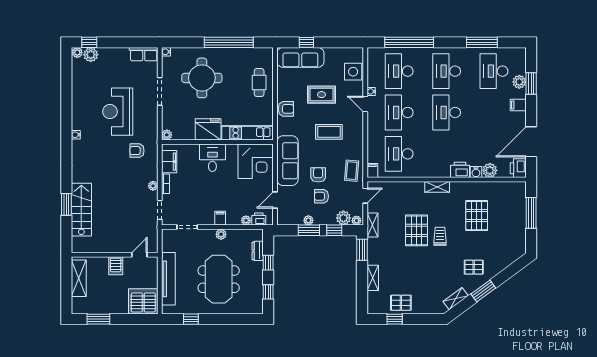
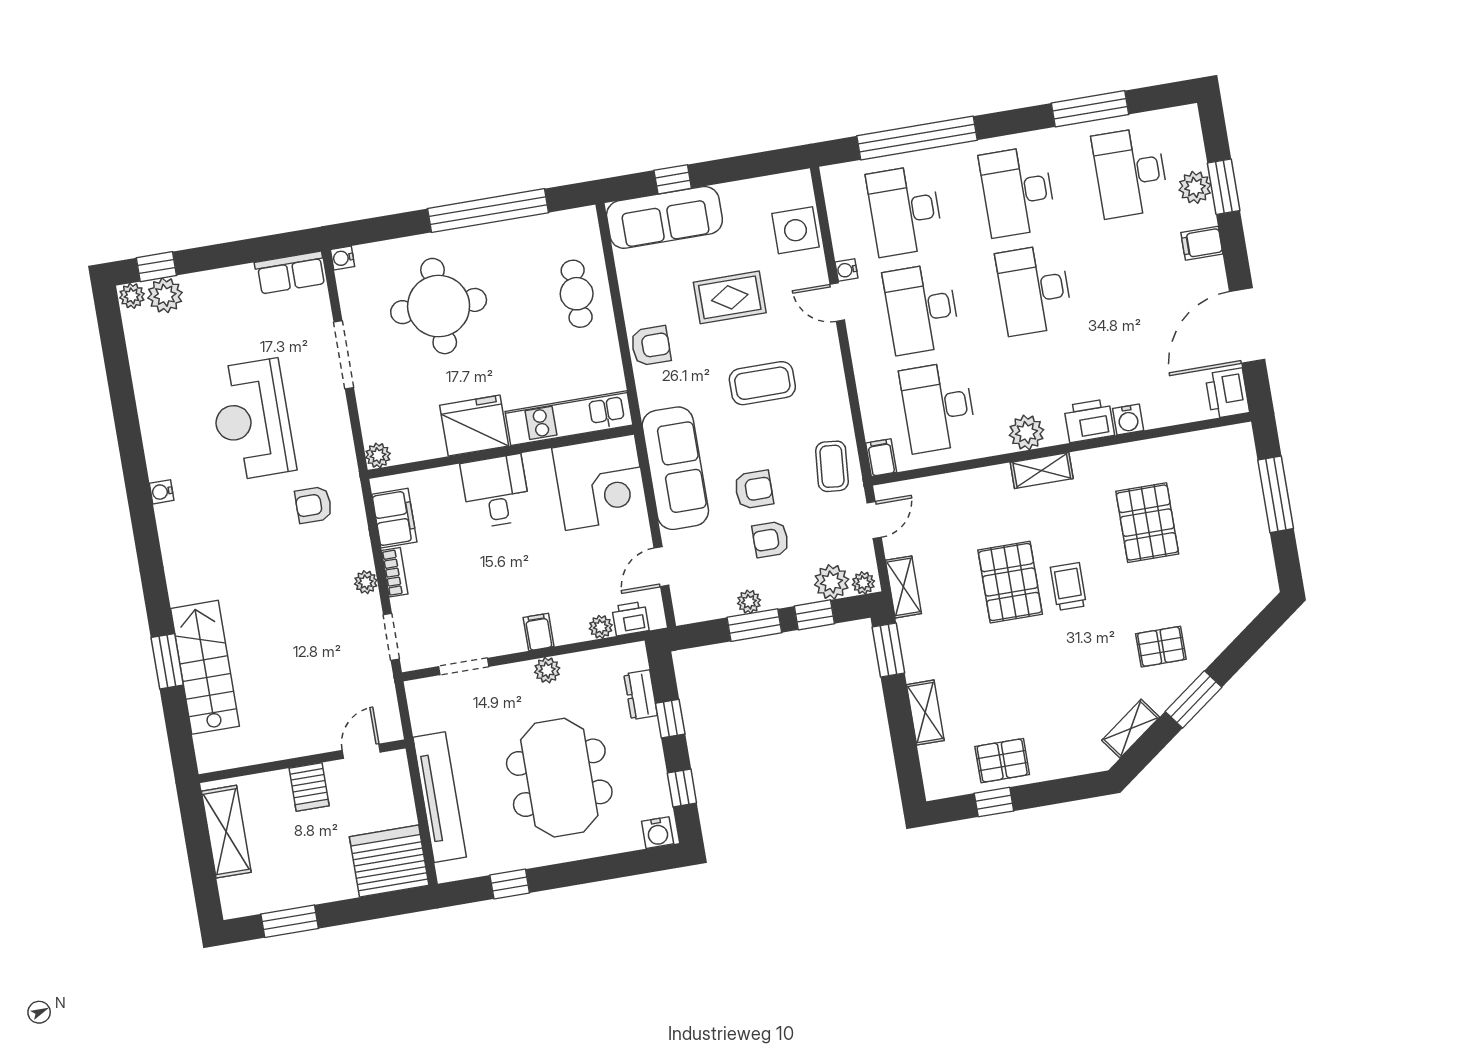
plant: (490, 170) -> (1027, 433), moved
armchair: (318, 175) -> (754, 490), turned 90
water cooler: (255, 308) -> (658, 833), added

